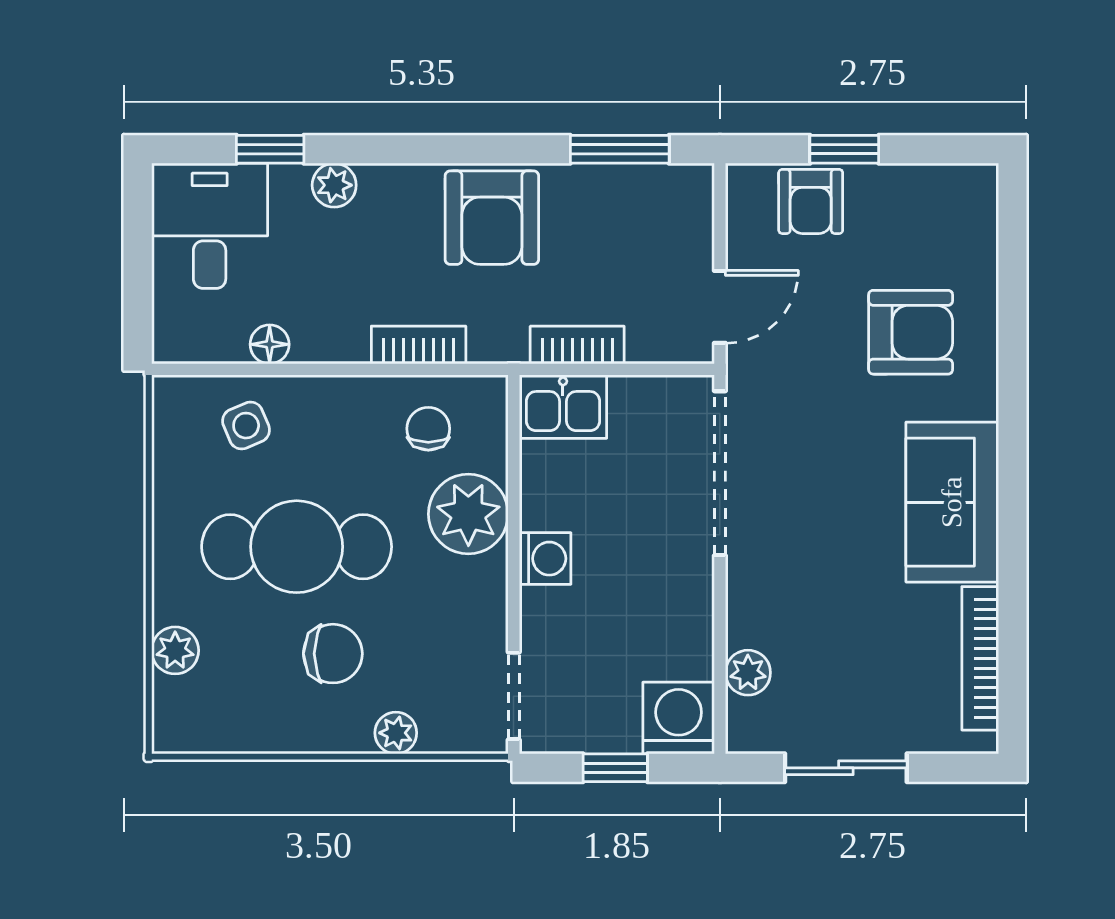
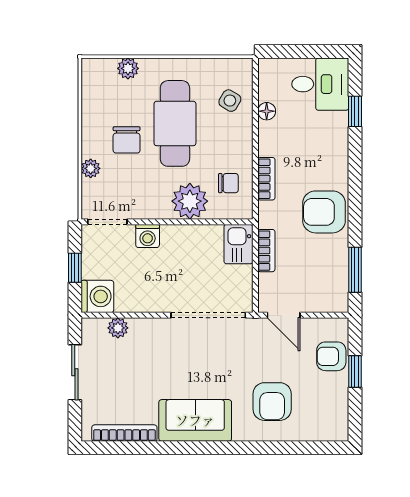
plant: (334, 185) -> (339, 140), removed
side table: (246, 426) -> (230, 101), turned -36
washing machine: (545, 559) -> (148, 236), moved

